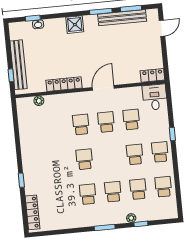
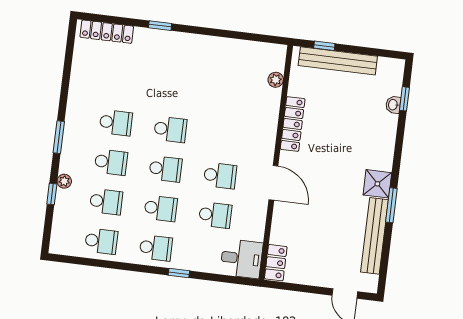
window: (131, 9) -> (386, 253), removed
shower: (75, 25) -> (377, 184), moved
school desk: (81, 125) -> (165, 169), moved

